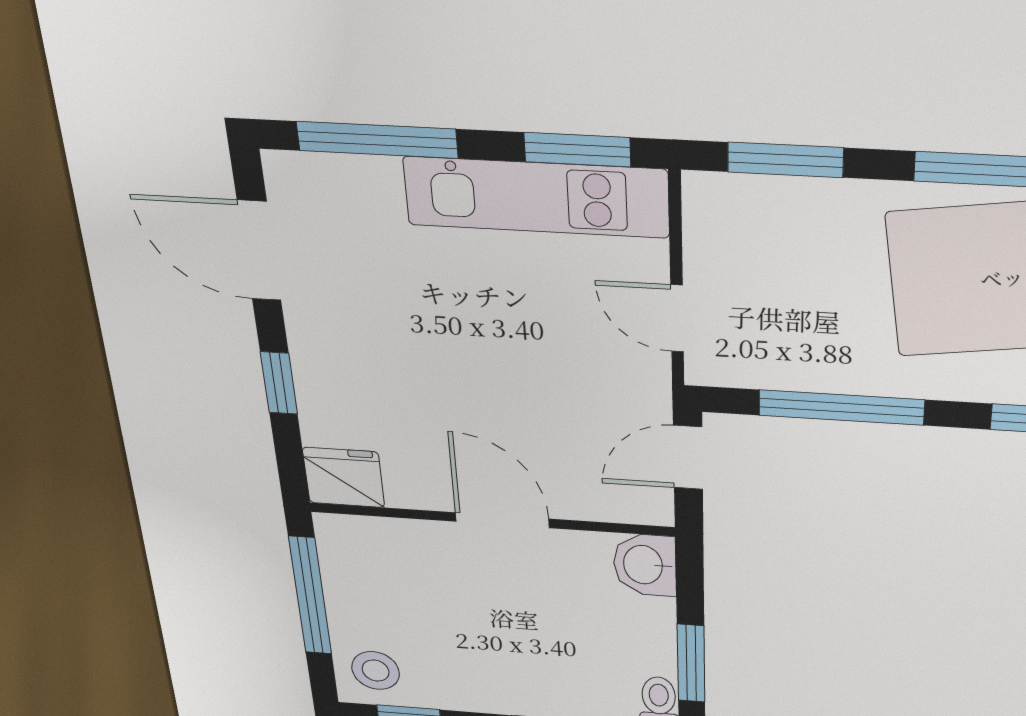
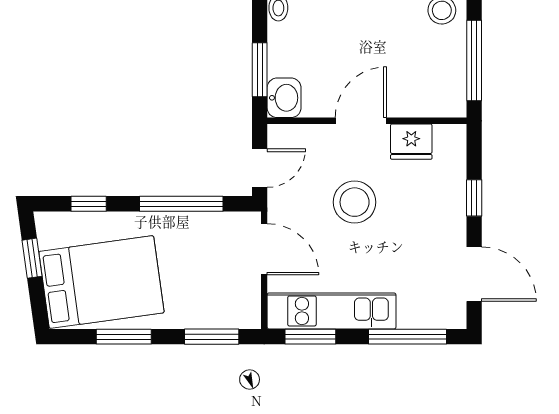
door: (677, 319) -> (264, 249), width x1.37
stool: (504, 390) -> (355, 202), added
fridge: (344, 477) -> (411, 142), moved
door: (502, 520) -> (361, 121), swing flipped
window: (691, 663) -> (260, 70), moved

